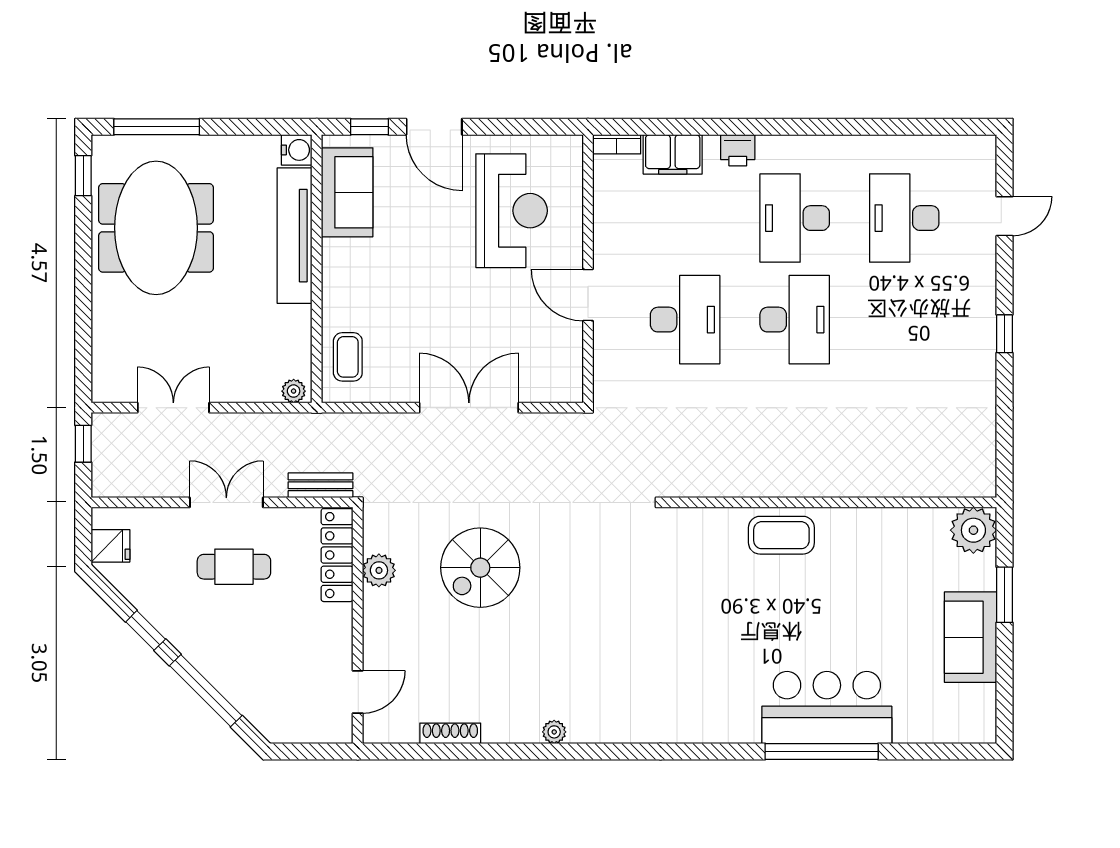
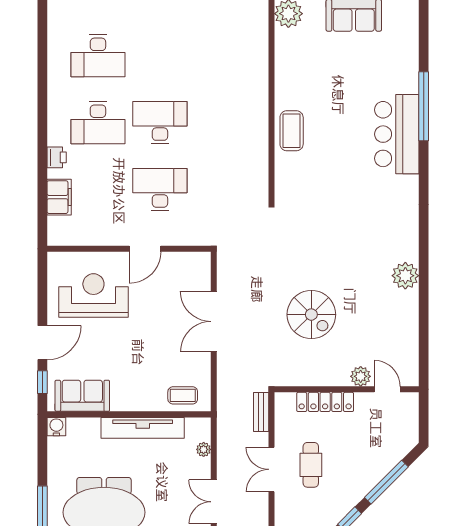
bookcase: (617, 144) -> (53, 231), removed
tv unit: (295, 236) -> (143, 428), moved
plant: (294, 391) -> (204, 449), moved
locker: (337, 555) -> (325, 402), moved
plant: (379, 570) -> (361, 376), moved
bar counter: (827, 708) -> (397, 134), moved
plant: (554, 732) -> (405, 276), width x1.88, depth x1.88
shoe rack: (450, 733) -> (412, 333), removed

